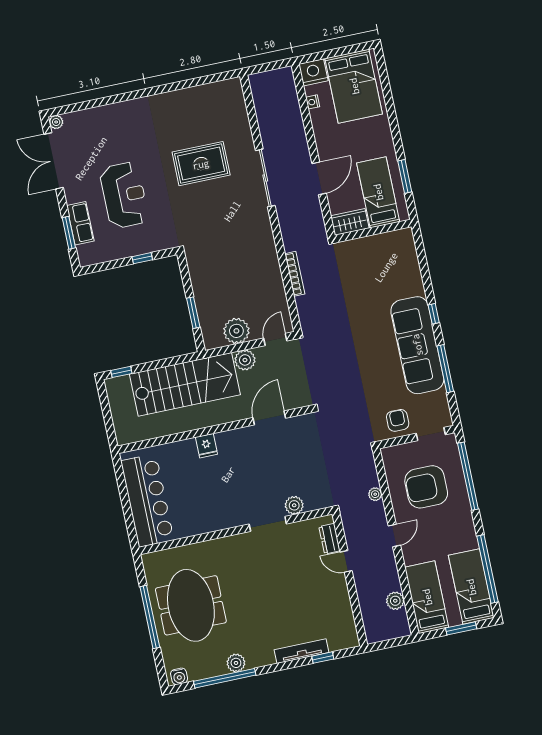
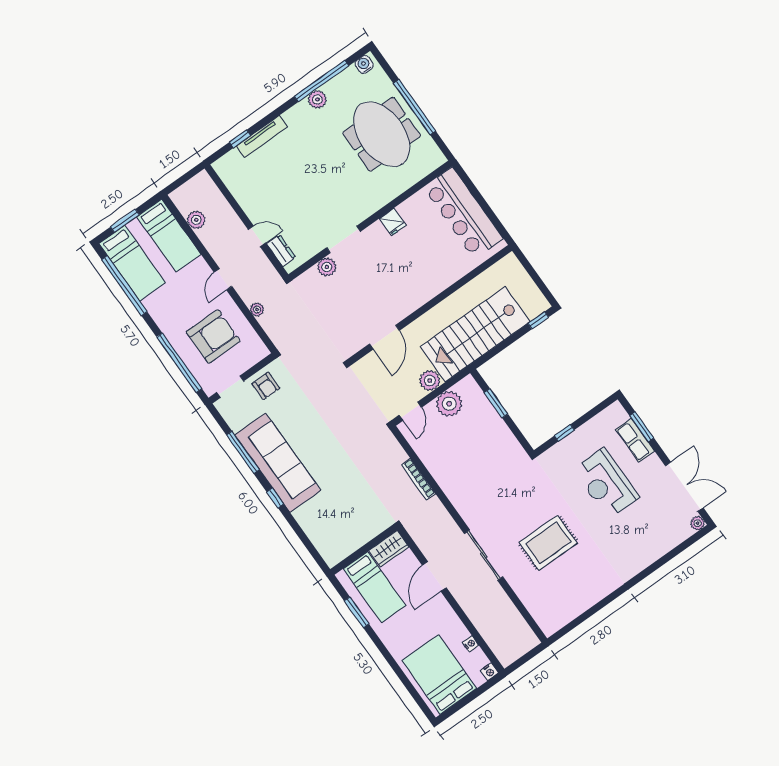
nightstand: (313, 72) -> (489, 672), width x0.53, depth x0.56
fridge: (206, 446) -> (393, 222), moved, turned 180

